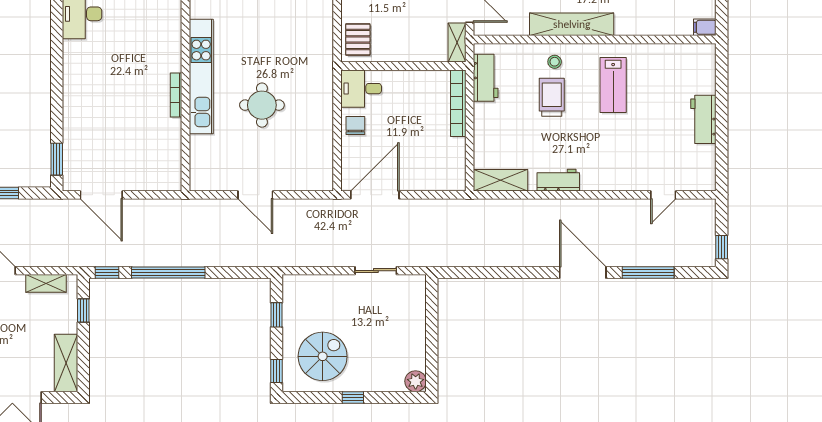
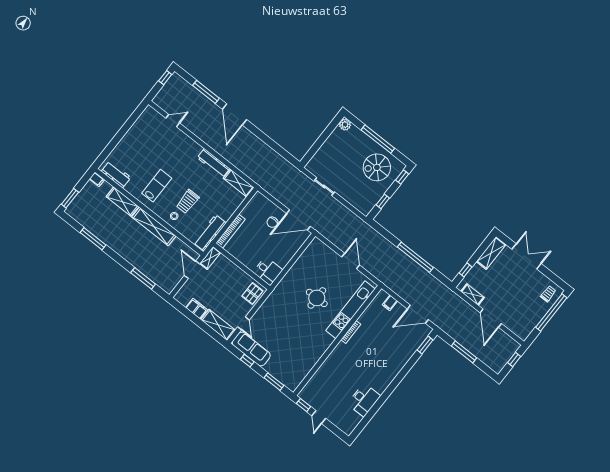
shelving: (644, 24) -> (122, 202), added
kitchen unit: (201, 76) -> (351, 310), moved
workbench: (486, 78) -> (210, 233), width x1.38
workbench: (703, 119) -> (116, 174), moved, turned -90
chair: (355, 125) -> (272, 222), moved
filing cabinet: (153, 180) -> (390, 303), added
workbench: (558, 180) -> (213, 163), width x1.38
door: (101, 195) -> (418, 314), swing flipped
window: (107, 272) -> (442, 278), removed
window: (353, 398) -> (378, 139), width x3.17

